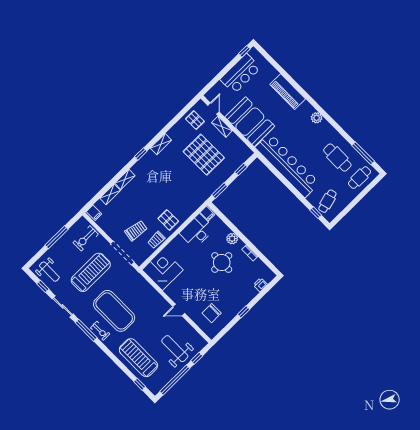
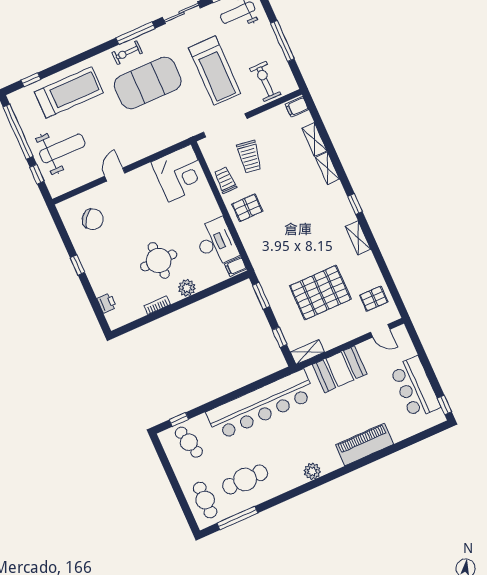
booth: (250, 122) -> (340, 369), width x0.73, depth x0.70
shelving: (222, 127) -> (308, 352), moved
chair: (212, 313) -> (93, 219), turned 127

